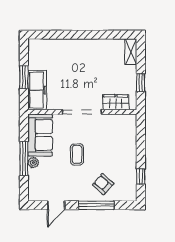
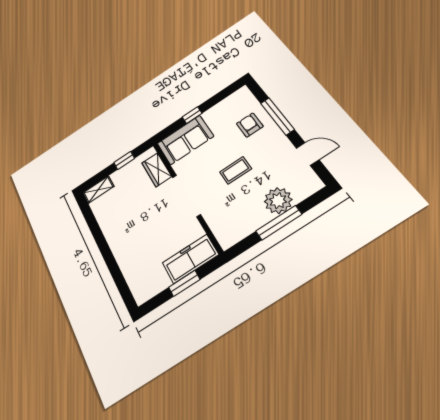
sofa: (40, 135) -> (185, 140), moved, turned 180
plant: (33, 163) -> (278, 201), width x1.88, depth x1.88
window: (141, 177) -> (192, 115), moved
armchair: (103, 184) -> (250, 125), turned 138

